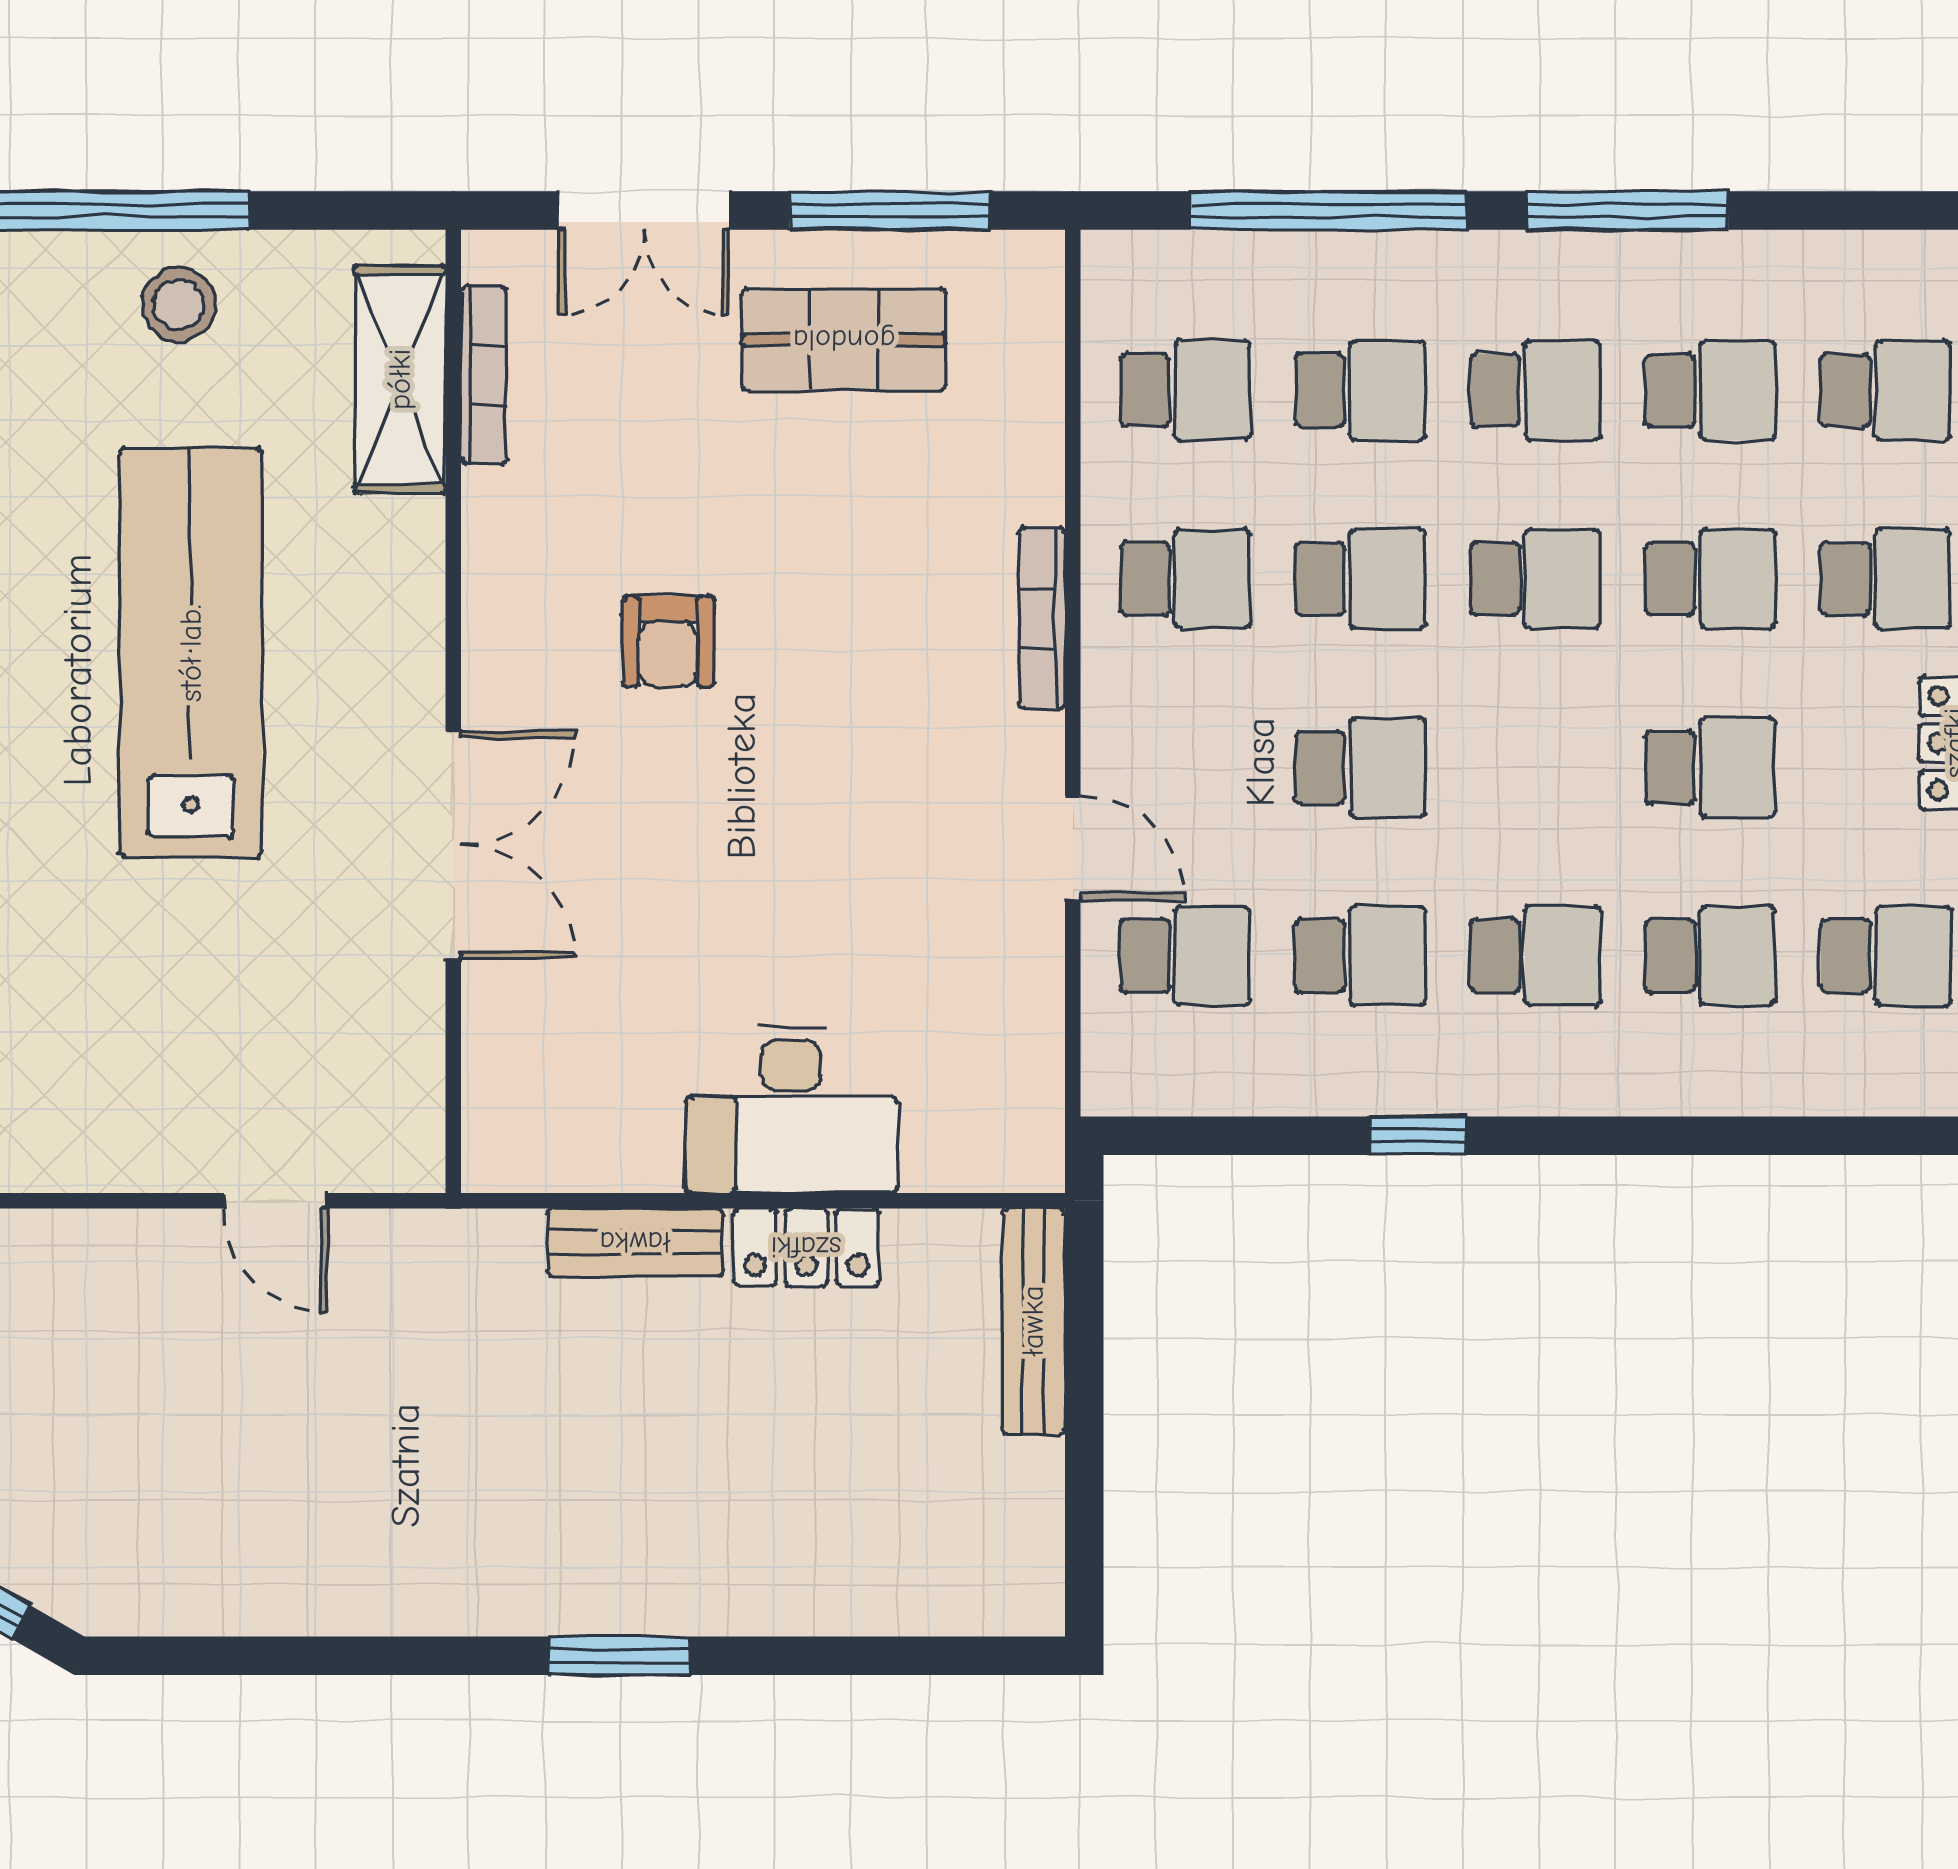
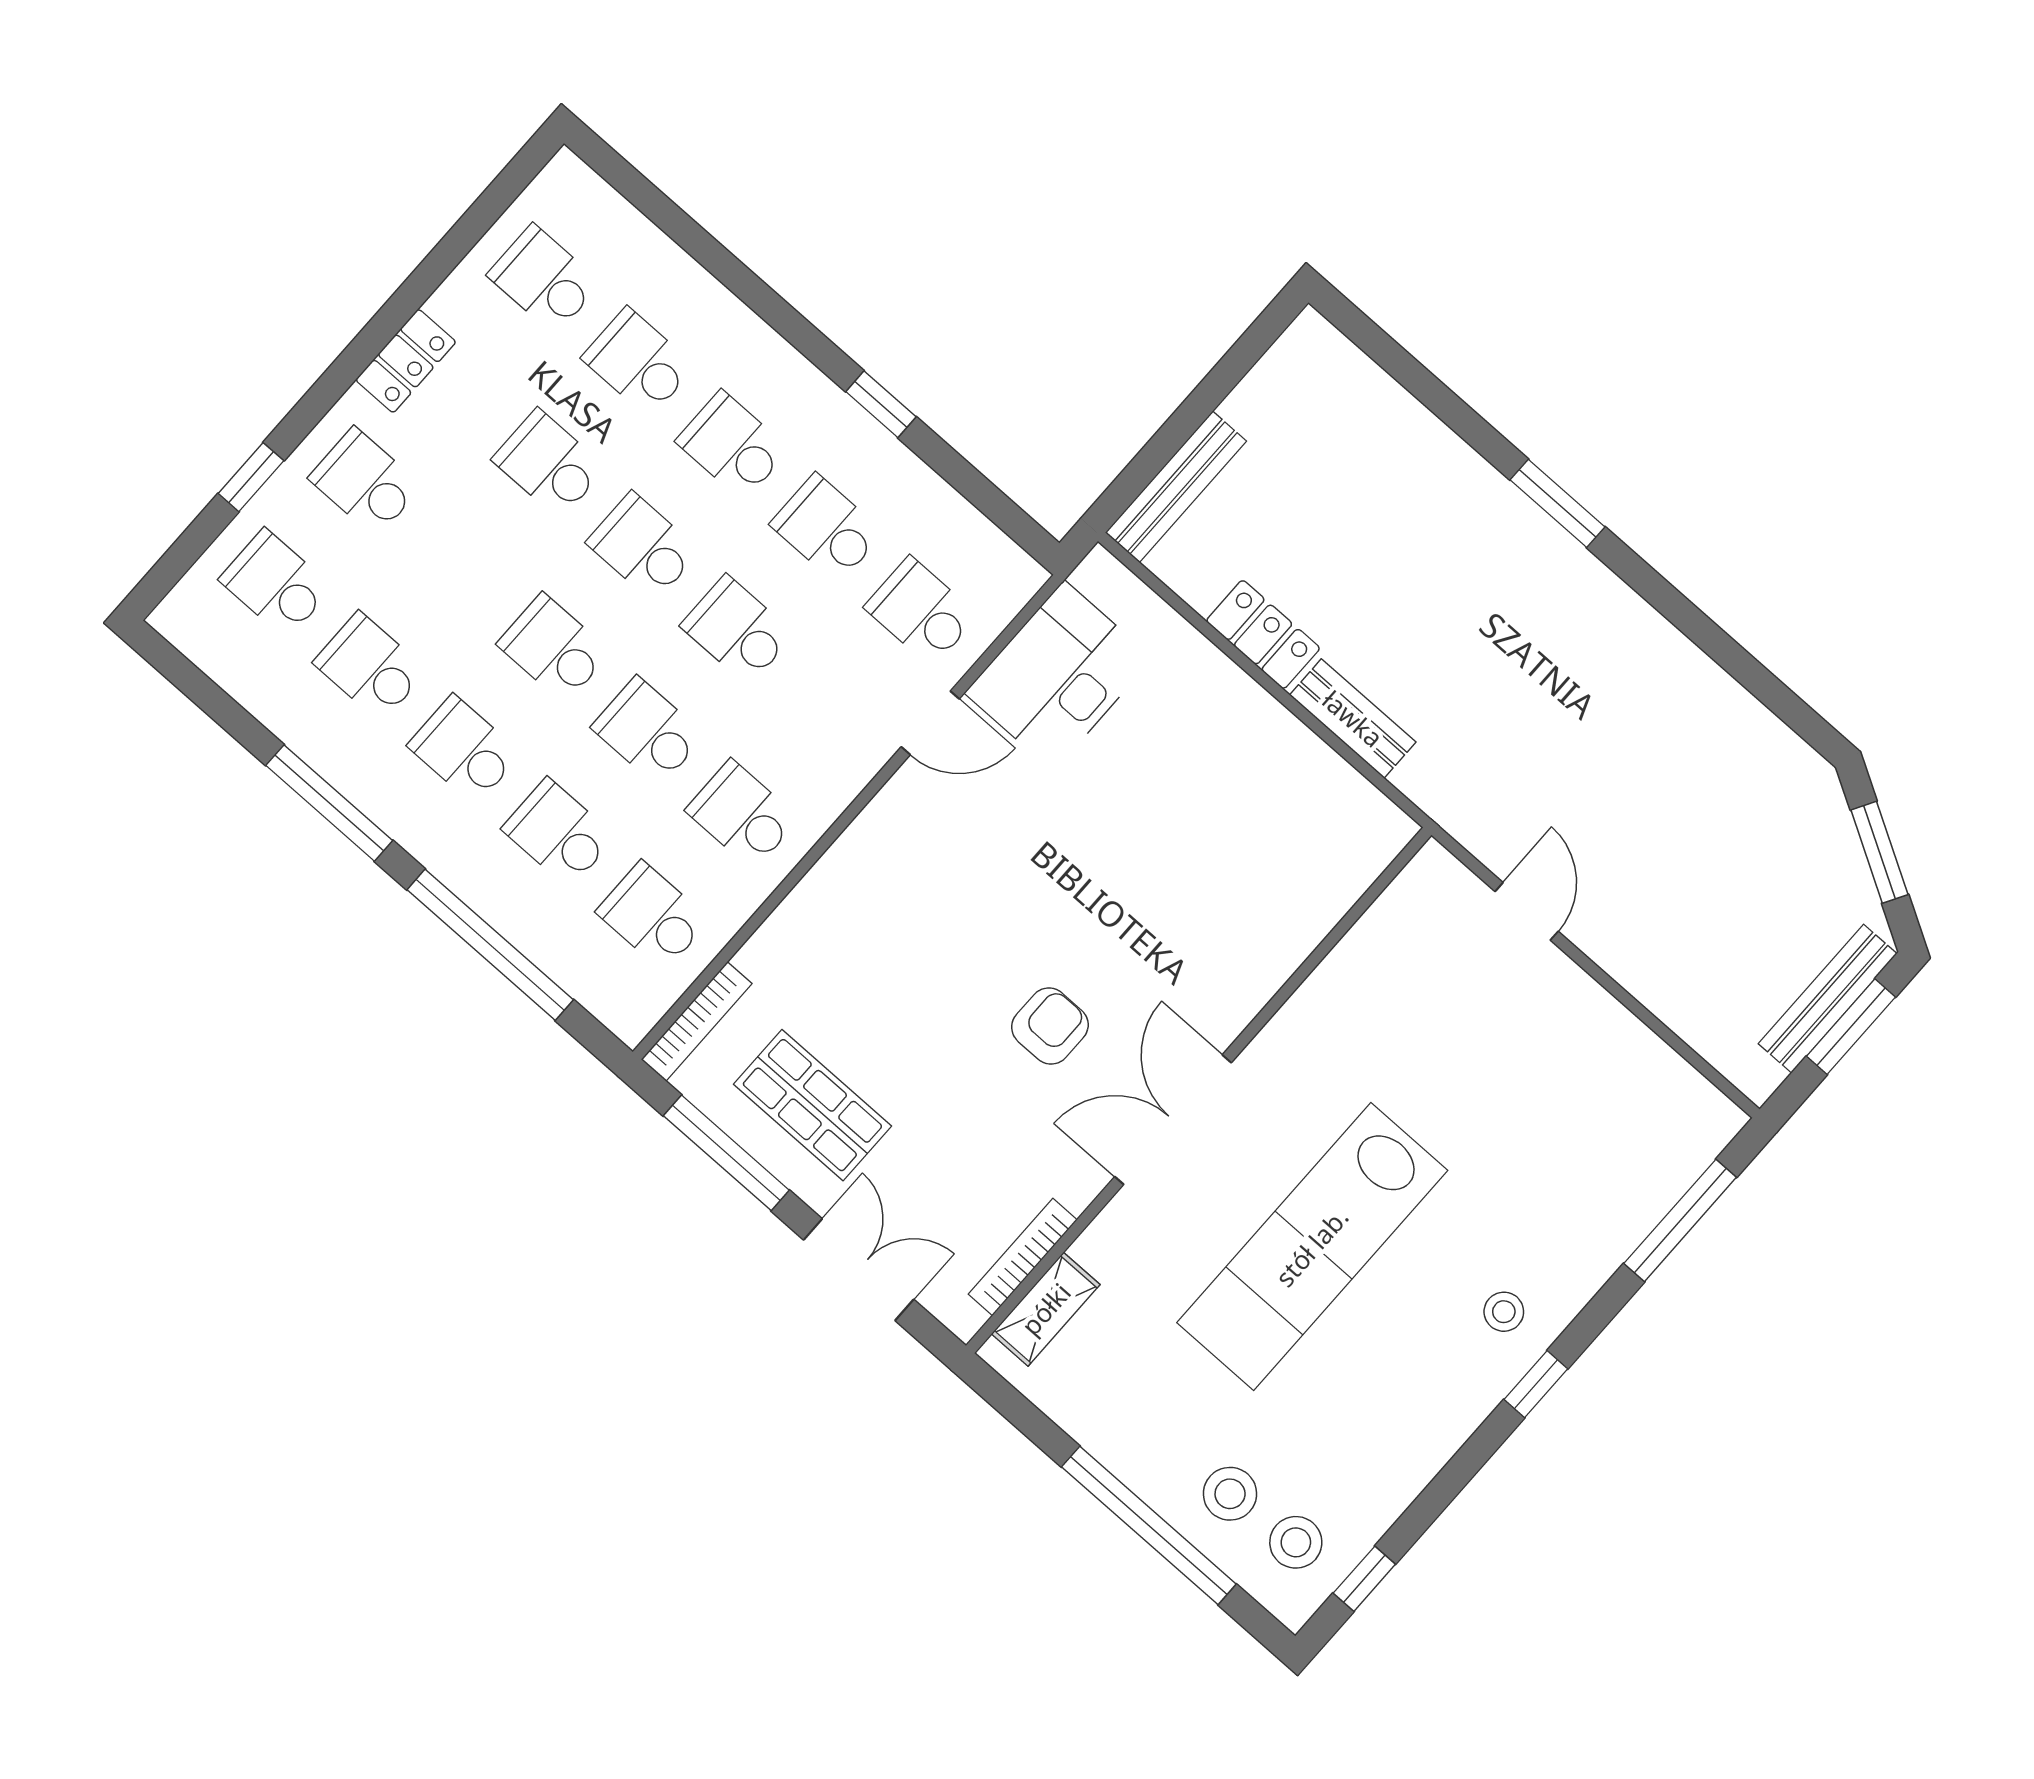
stool: (179, 304) -> (1230, 1494), moved
shelving: (400, 379) -> (1046, 1309), width x0.67, depth x0.75
school desk: (1710, 579) -> (643, 547), moved
bookcase: (1042, 618) -> (697, 1022), moved
double door: (453, 845) -> (1173, 1120), moved
door: (1073, 848) -> (930, 723), swing flipped
desk: (791, 1110) -> (1059, 676), moved, turned -90

